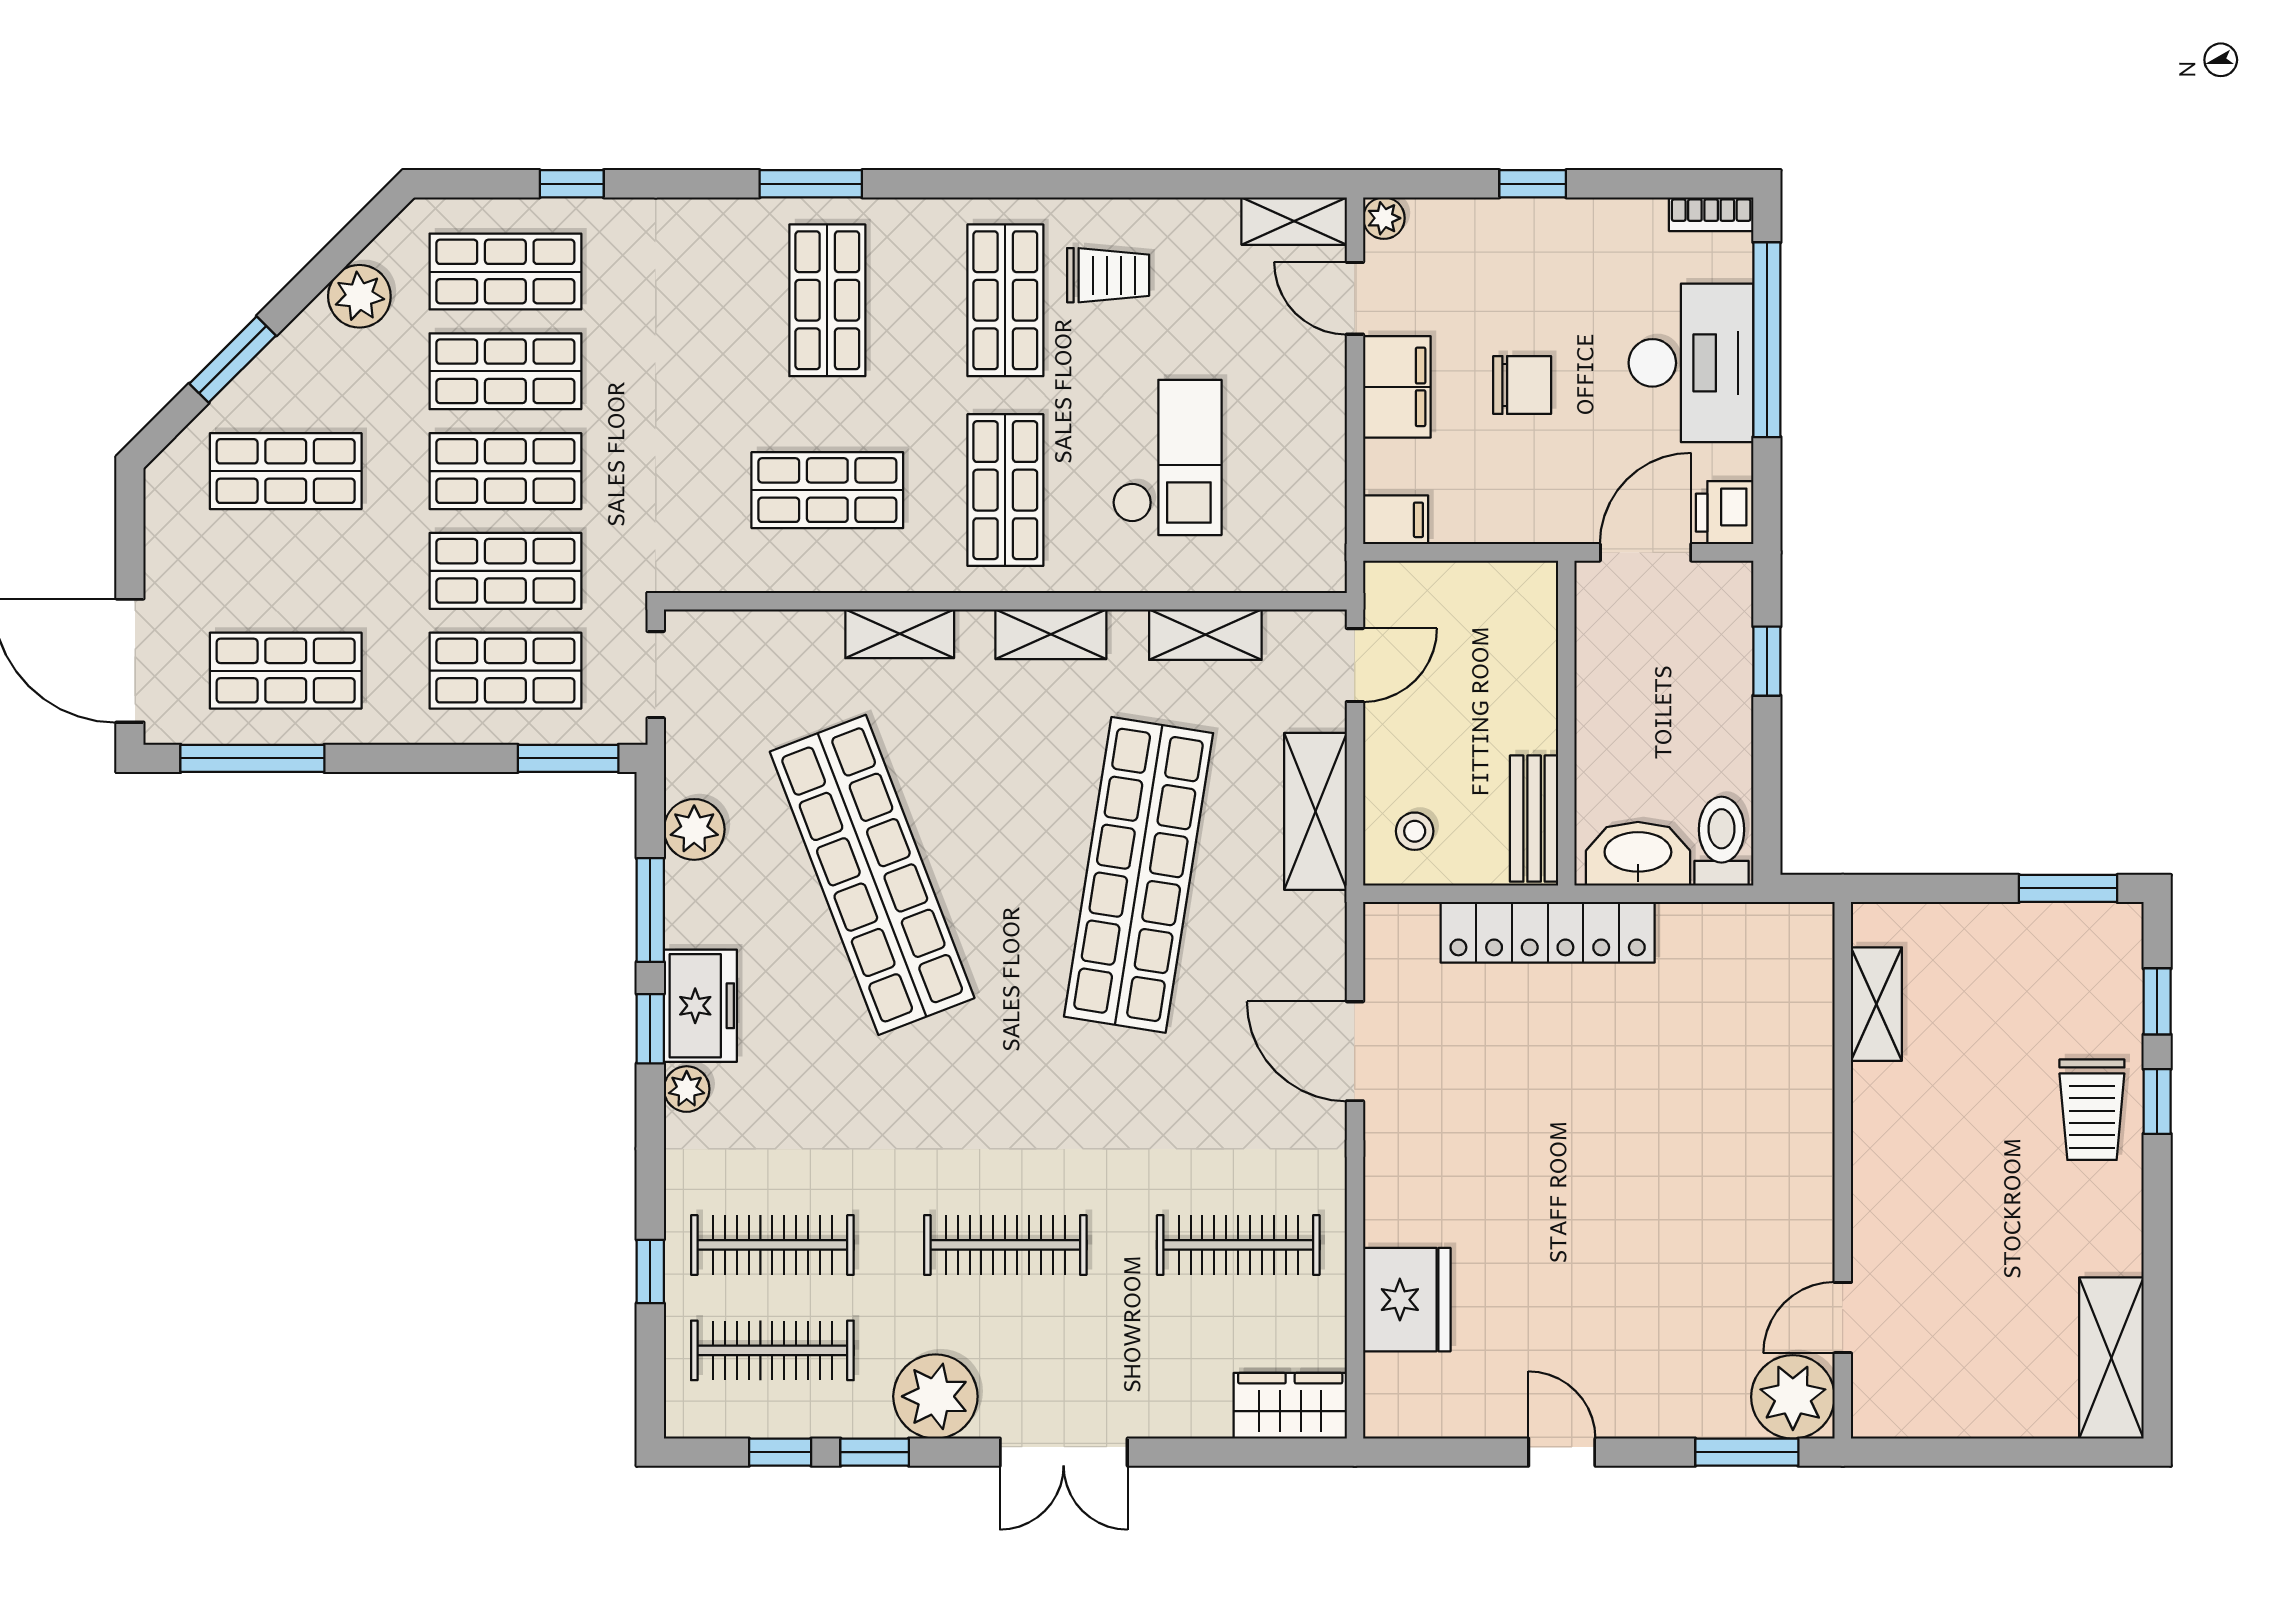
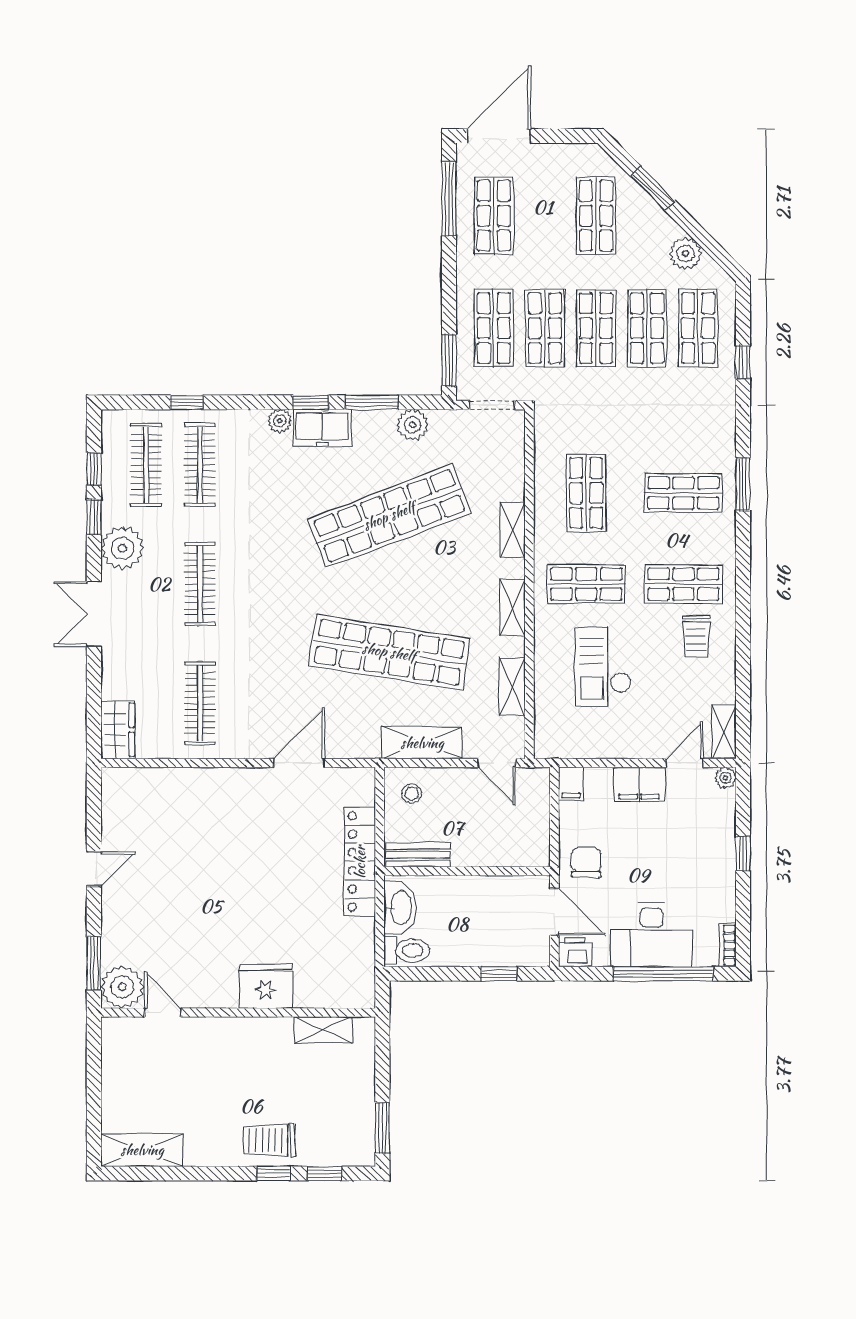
chair: (1522, 385) -> (586, 863), moved, turned 180
checkout: (1167, 457) -> (603, 667), turned 90
fridge: (1407, 1300) -> (266, 986), moved, turned 180

